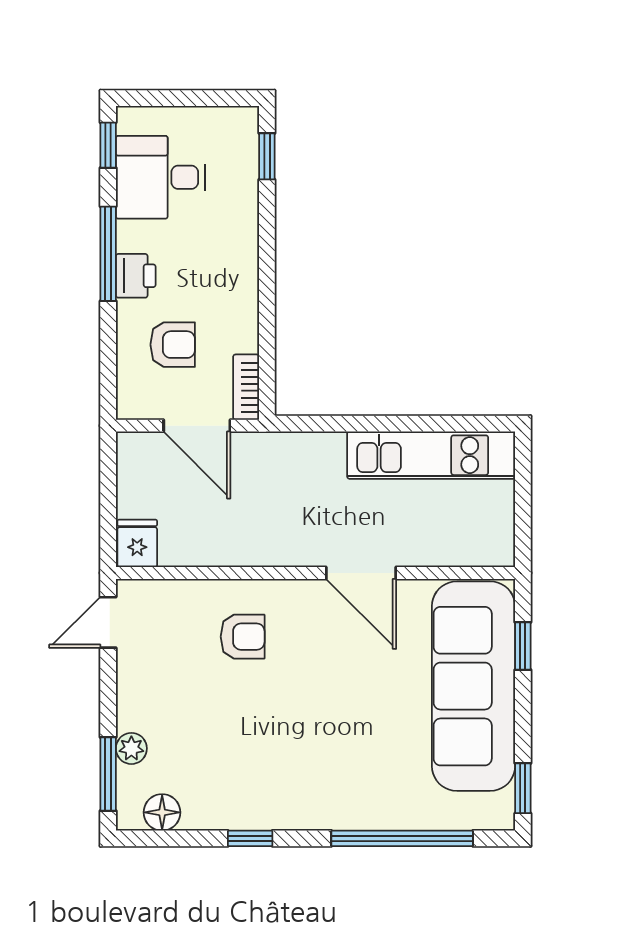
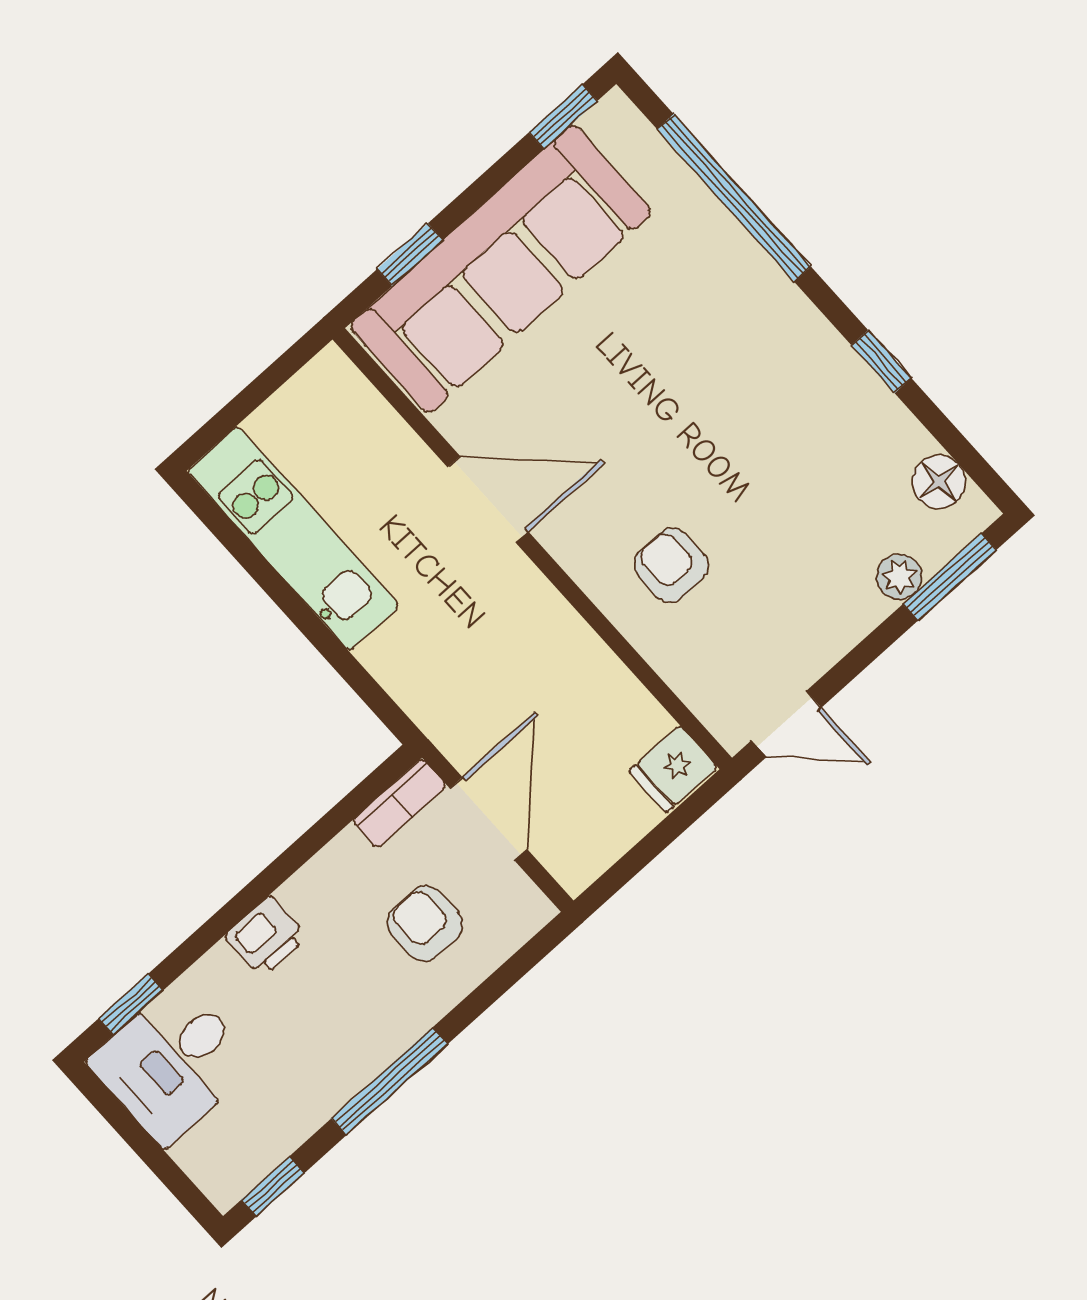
desk: (161, 177) -> (172, 1063), moved, turned 90
printer: (136, 276) -> (266, 936), moved, turned 180
door: (361, 573) -> (488, 500), hinge flipped

